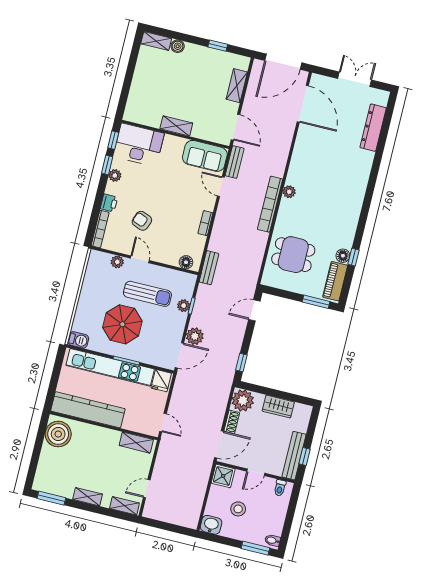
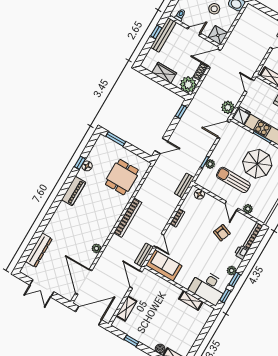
shelving: (176, 126) -> (191, 300), moved
plant: (289, 192) -> (96, 248), moved
dining table: (293, 255) -> (122, 177), turned 90
piano: (335, 281) -> (74, 191), moved
plant: (195, 336) -> (228, 107), moved

